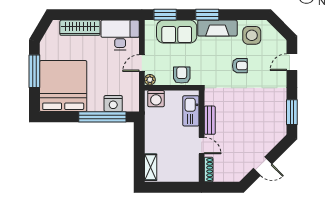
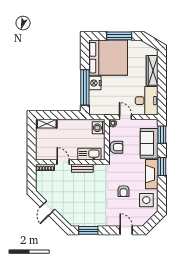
nightstand: (113, 104) -> (95, 83), moved
door: (202, 146) -> (63, 162), swing flipped

